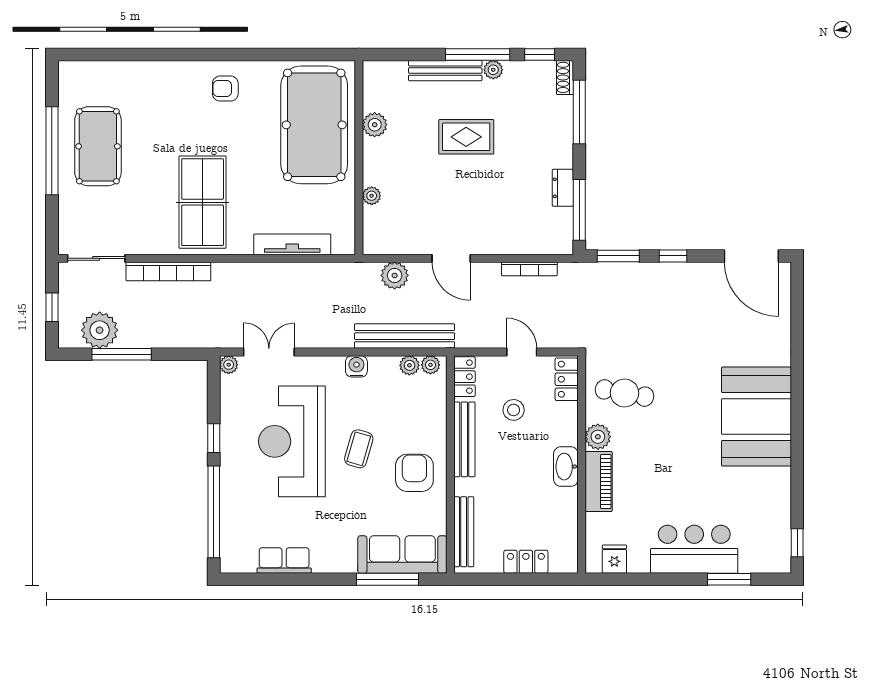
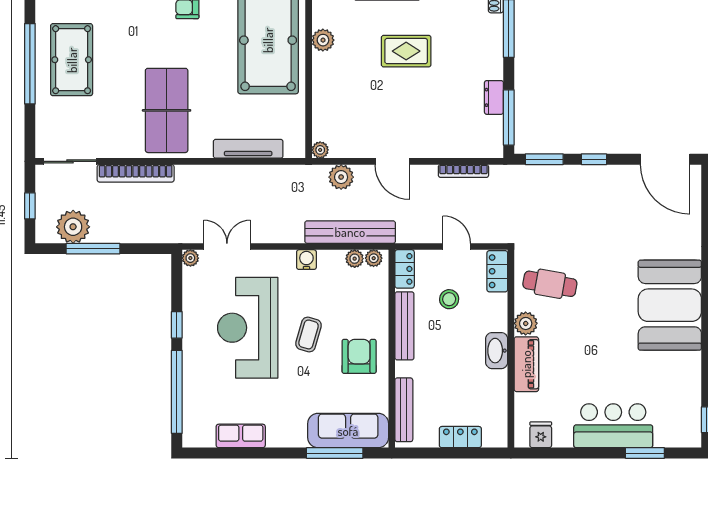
plant: (372, 196) -> (320, 150), moved

